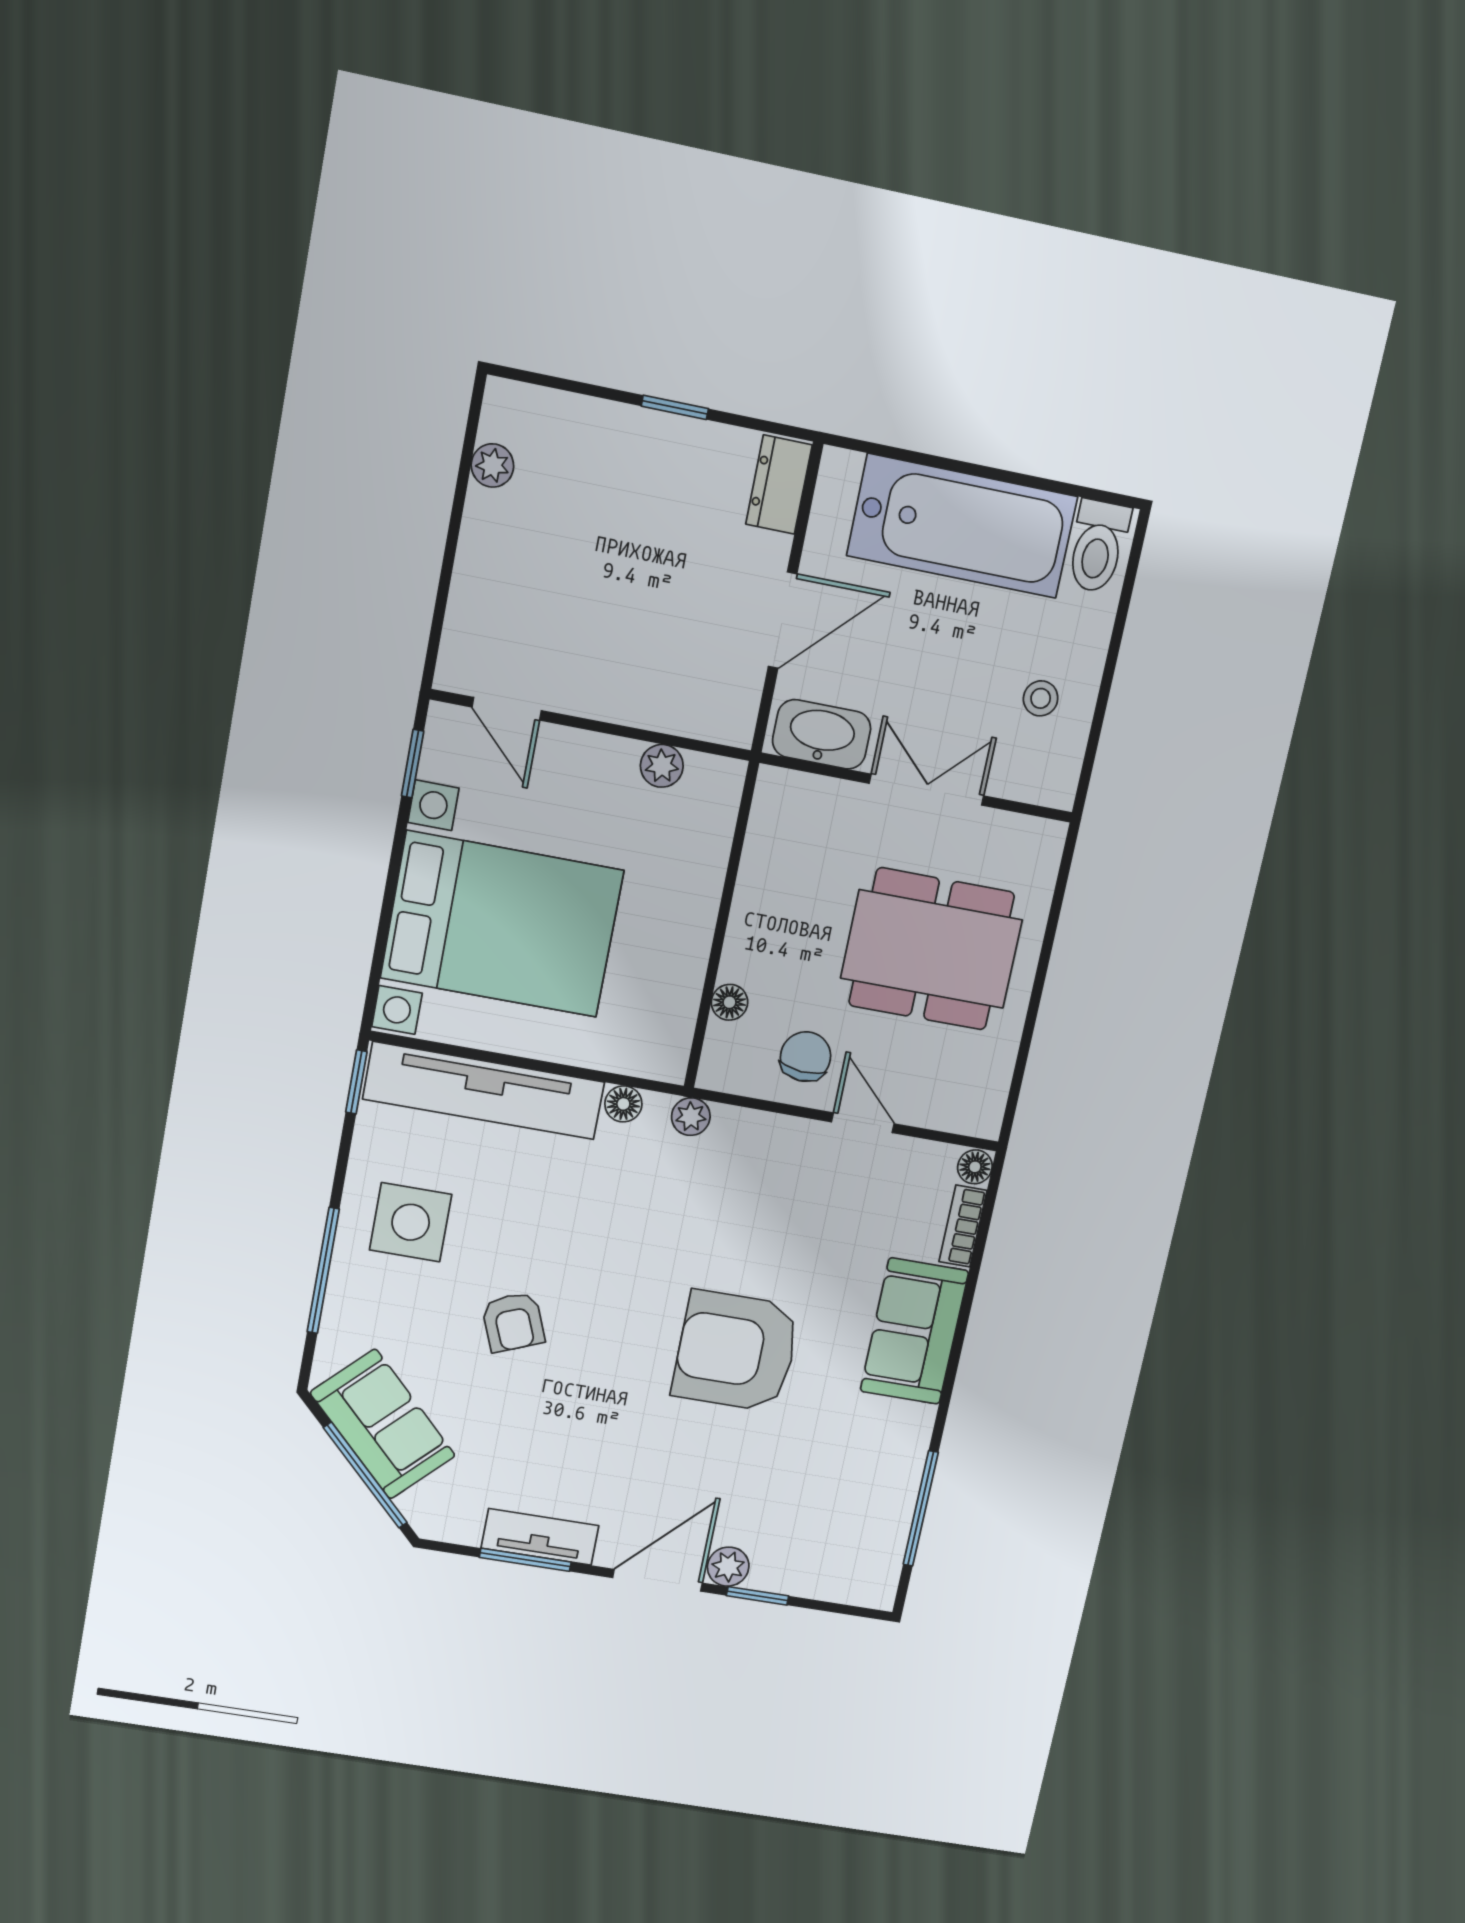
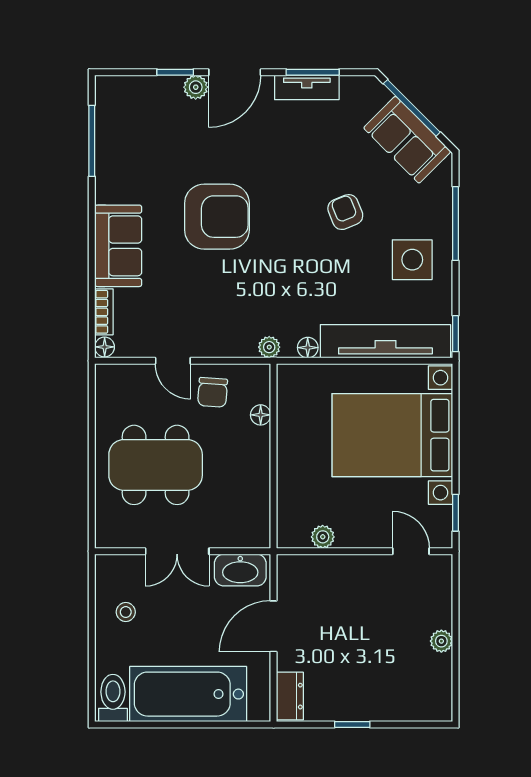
plant: (492, 465) -> (441, 641), moved

